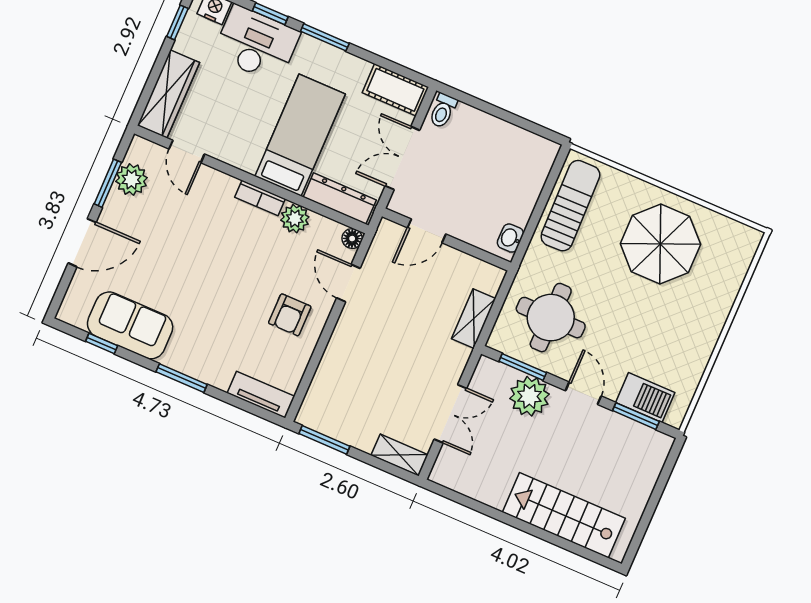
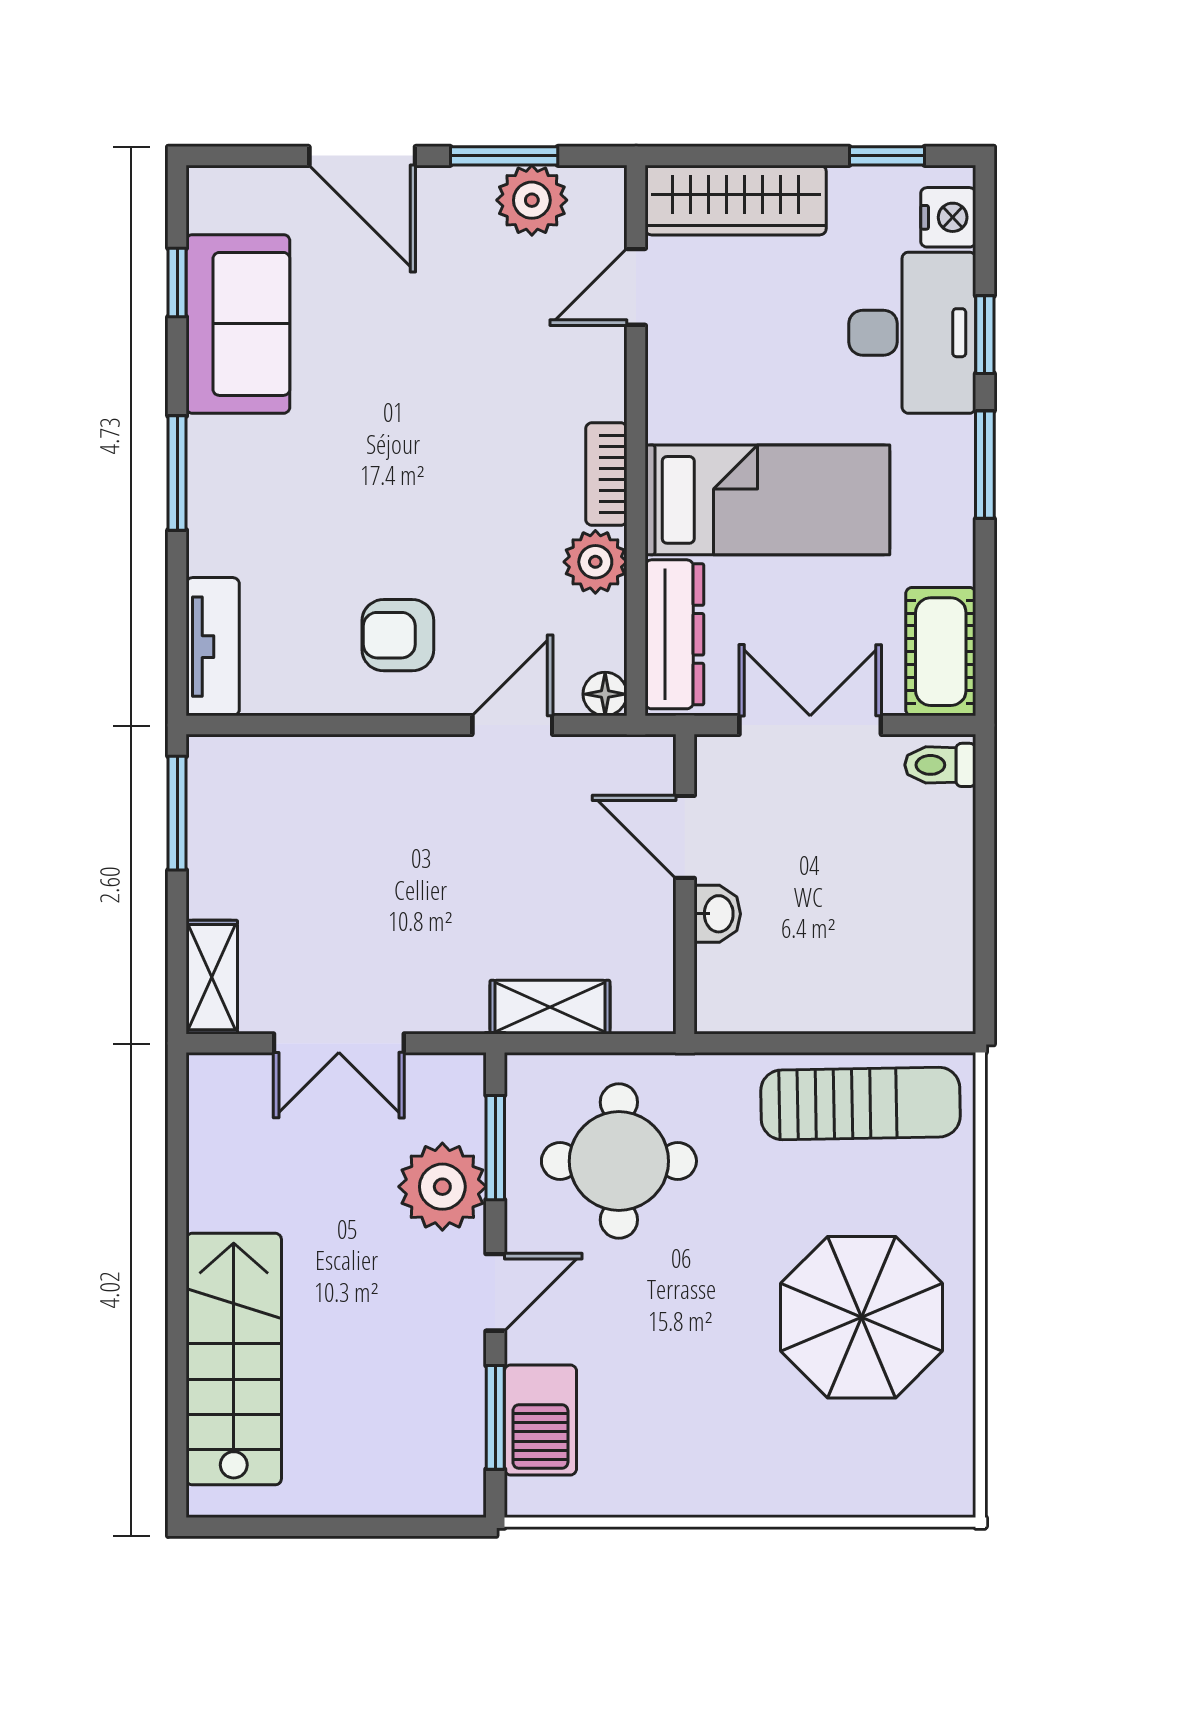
washbasin: (510, 238) -> (717, 914), moved, turned 90

